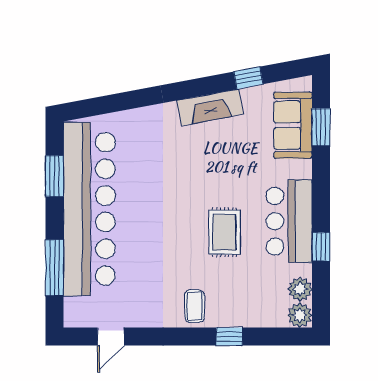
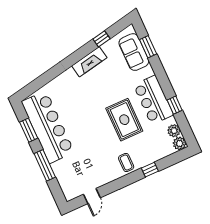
bar counter: (89, 209) -> (48, 127), width x0.73
rug: (225, 232) -> (124, 120), width x1.36, depth x1.43
window: (54, 268) -> (45, 165), moved

